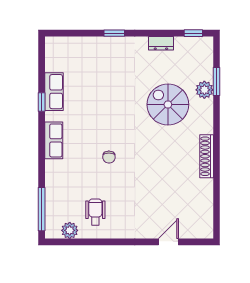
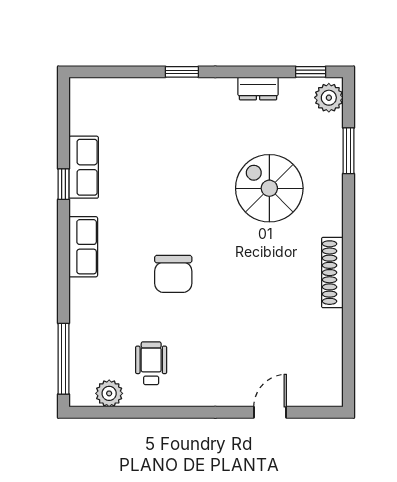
plant: (204, 90) -> (329, 98), moved
chair: (109, 157) -> (173, 274), width x1.87, depth x1.87

